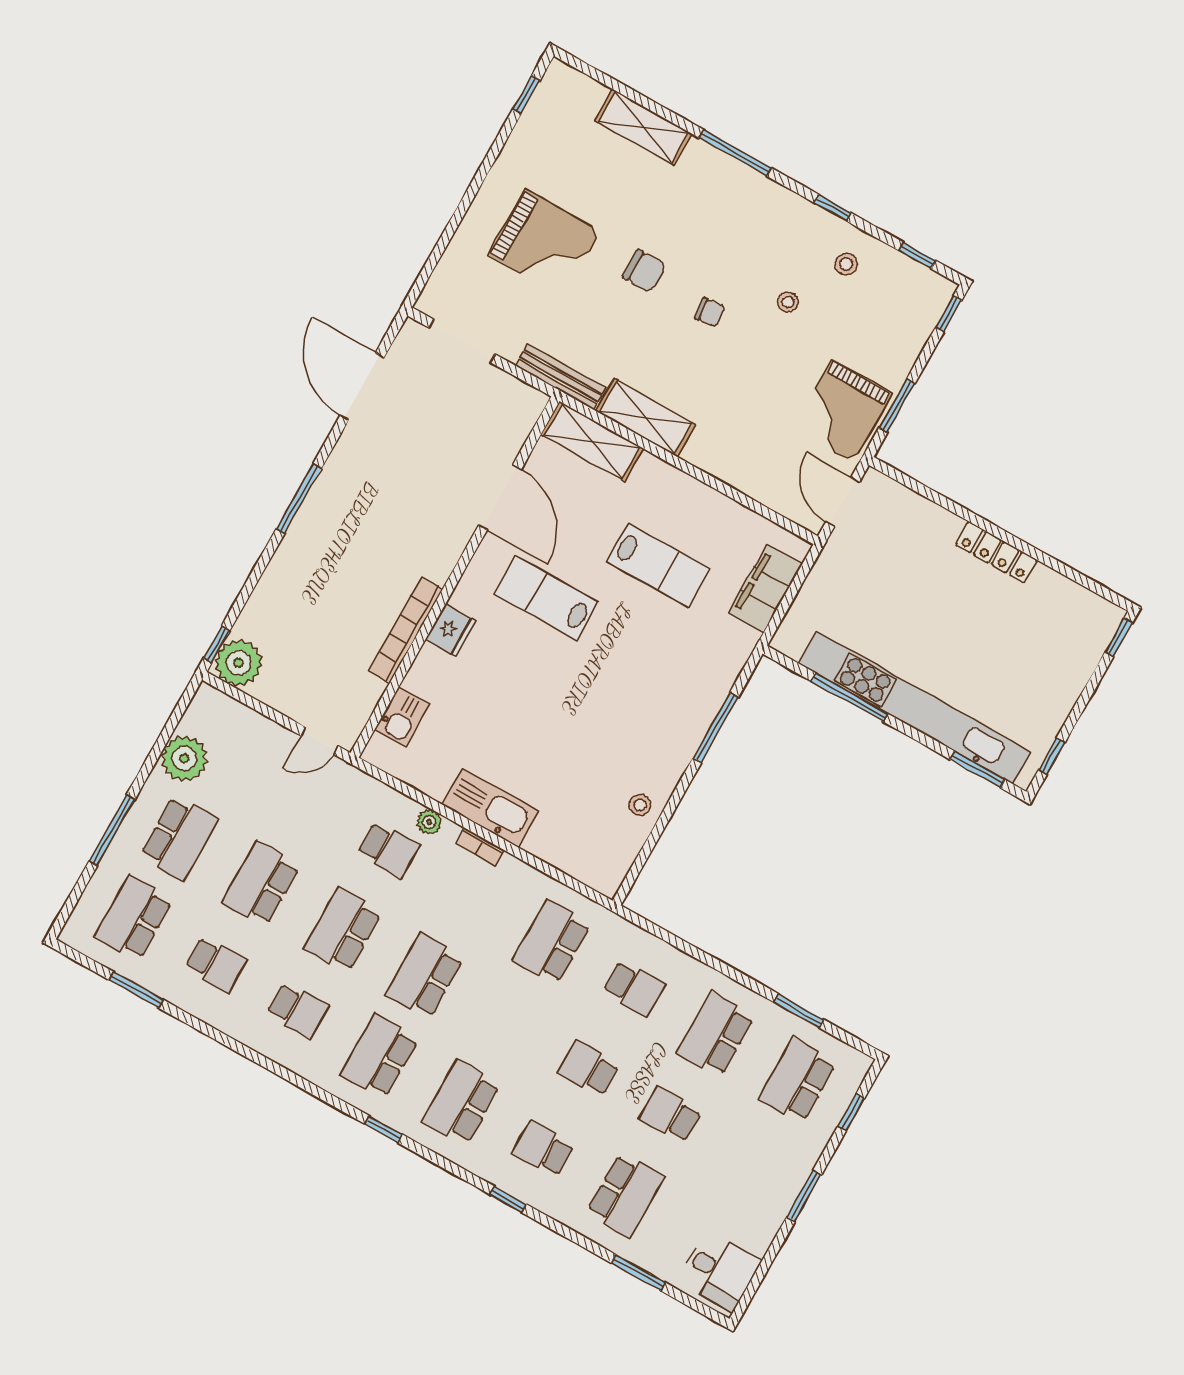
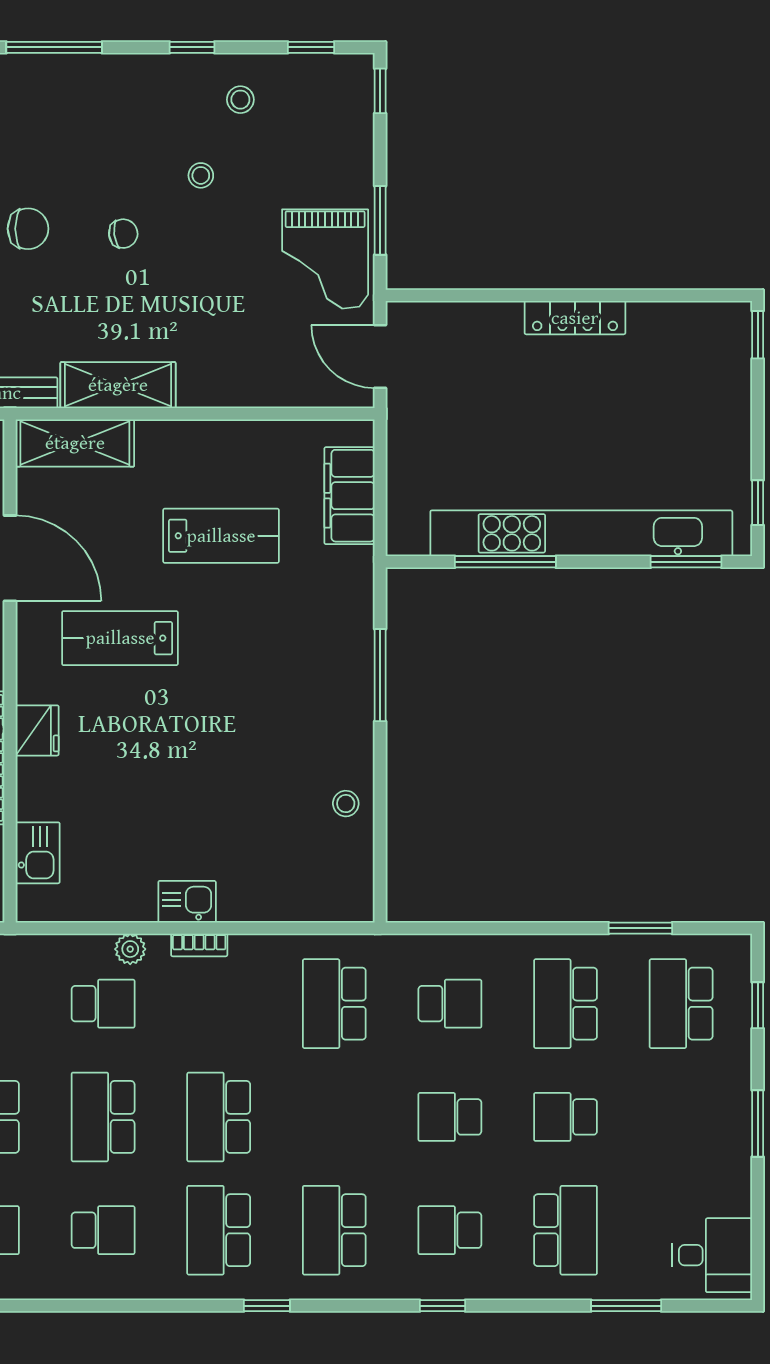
kitchen sink: (490, 808) -> (187, 902), width x0.53, depth x0.81

